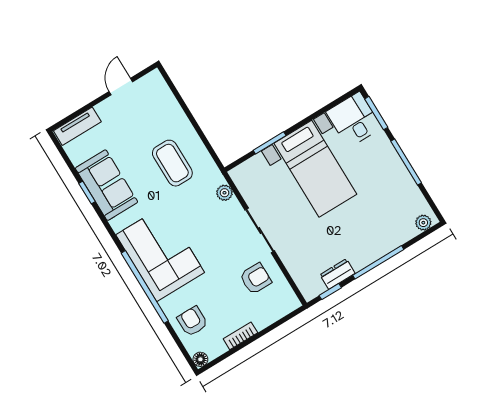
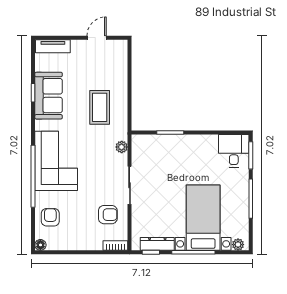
bed with nightstands: (315, 169) -> (203, 218), moved, turned 180
dresser: (337, 274) -> (157, 244), width x1.44
bookcase: (240, 336) -> (115, 246), moved

